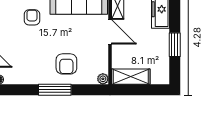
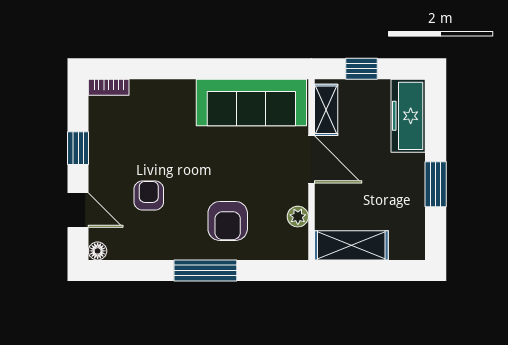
armchair: (32, 17) -> (149, 195), moved
plant: (103, 79) -> (298, 217), moved

